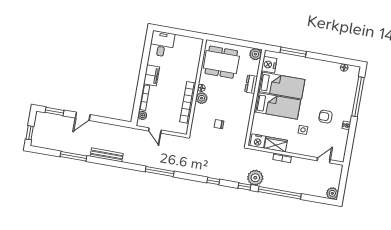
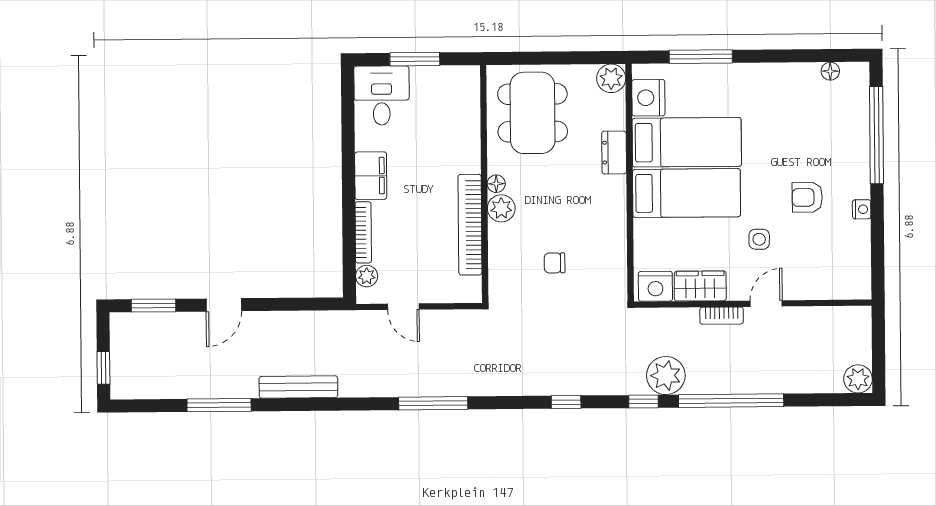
window: (178, 32) -> (415, 59), added
dining table: (221, 62) -> (533, 113), turned 90
door: (324, 160) -> (766, 304), moved

